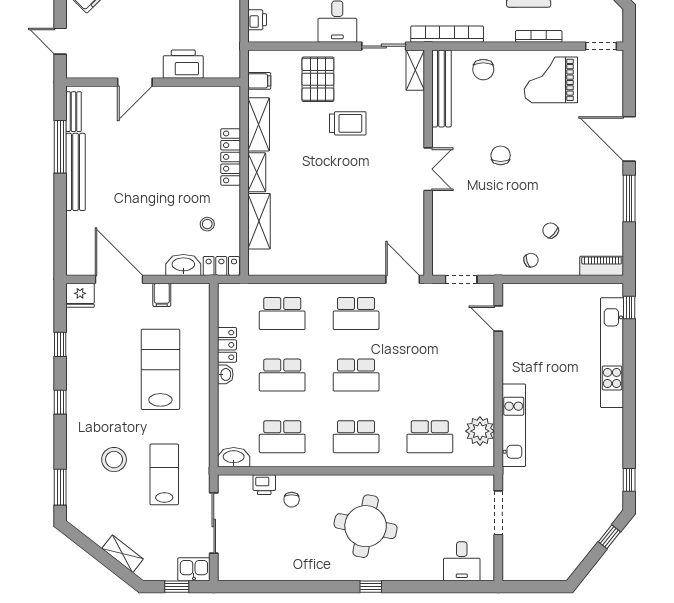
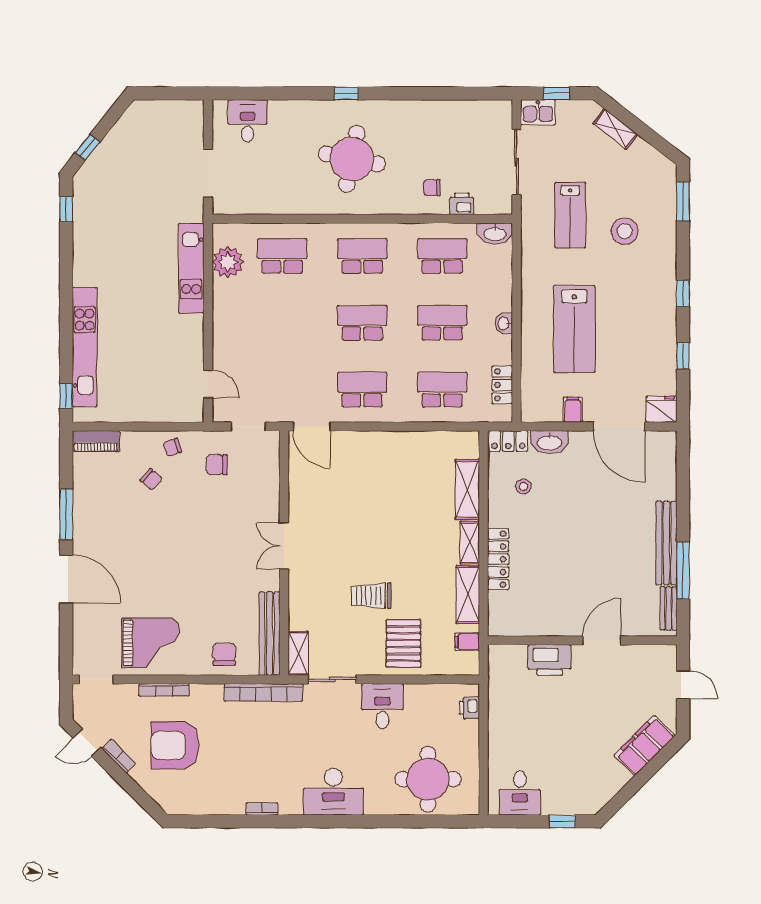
chair: (501, 155) -> (217, 465), moved, turned 90
locker: (227, 345) -> (502, 385), moved
chair: (292, 500) -> (432, 188), turned -90

